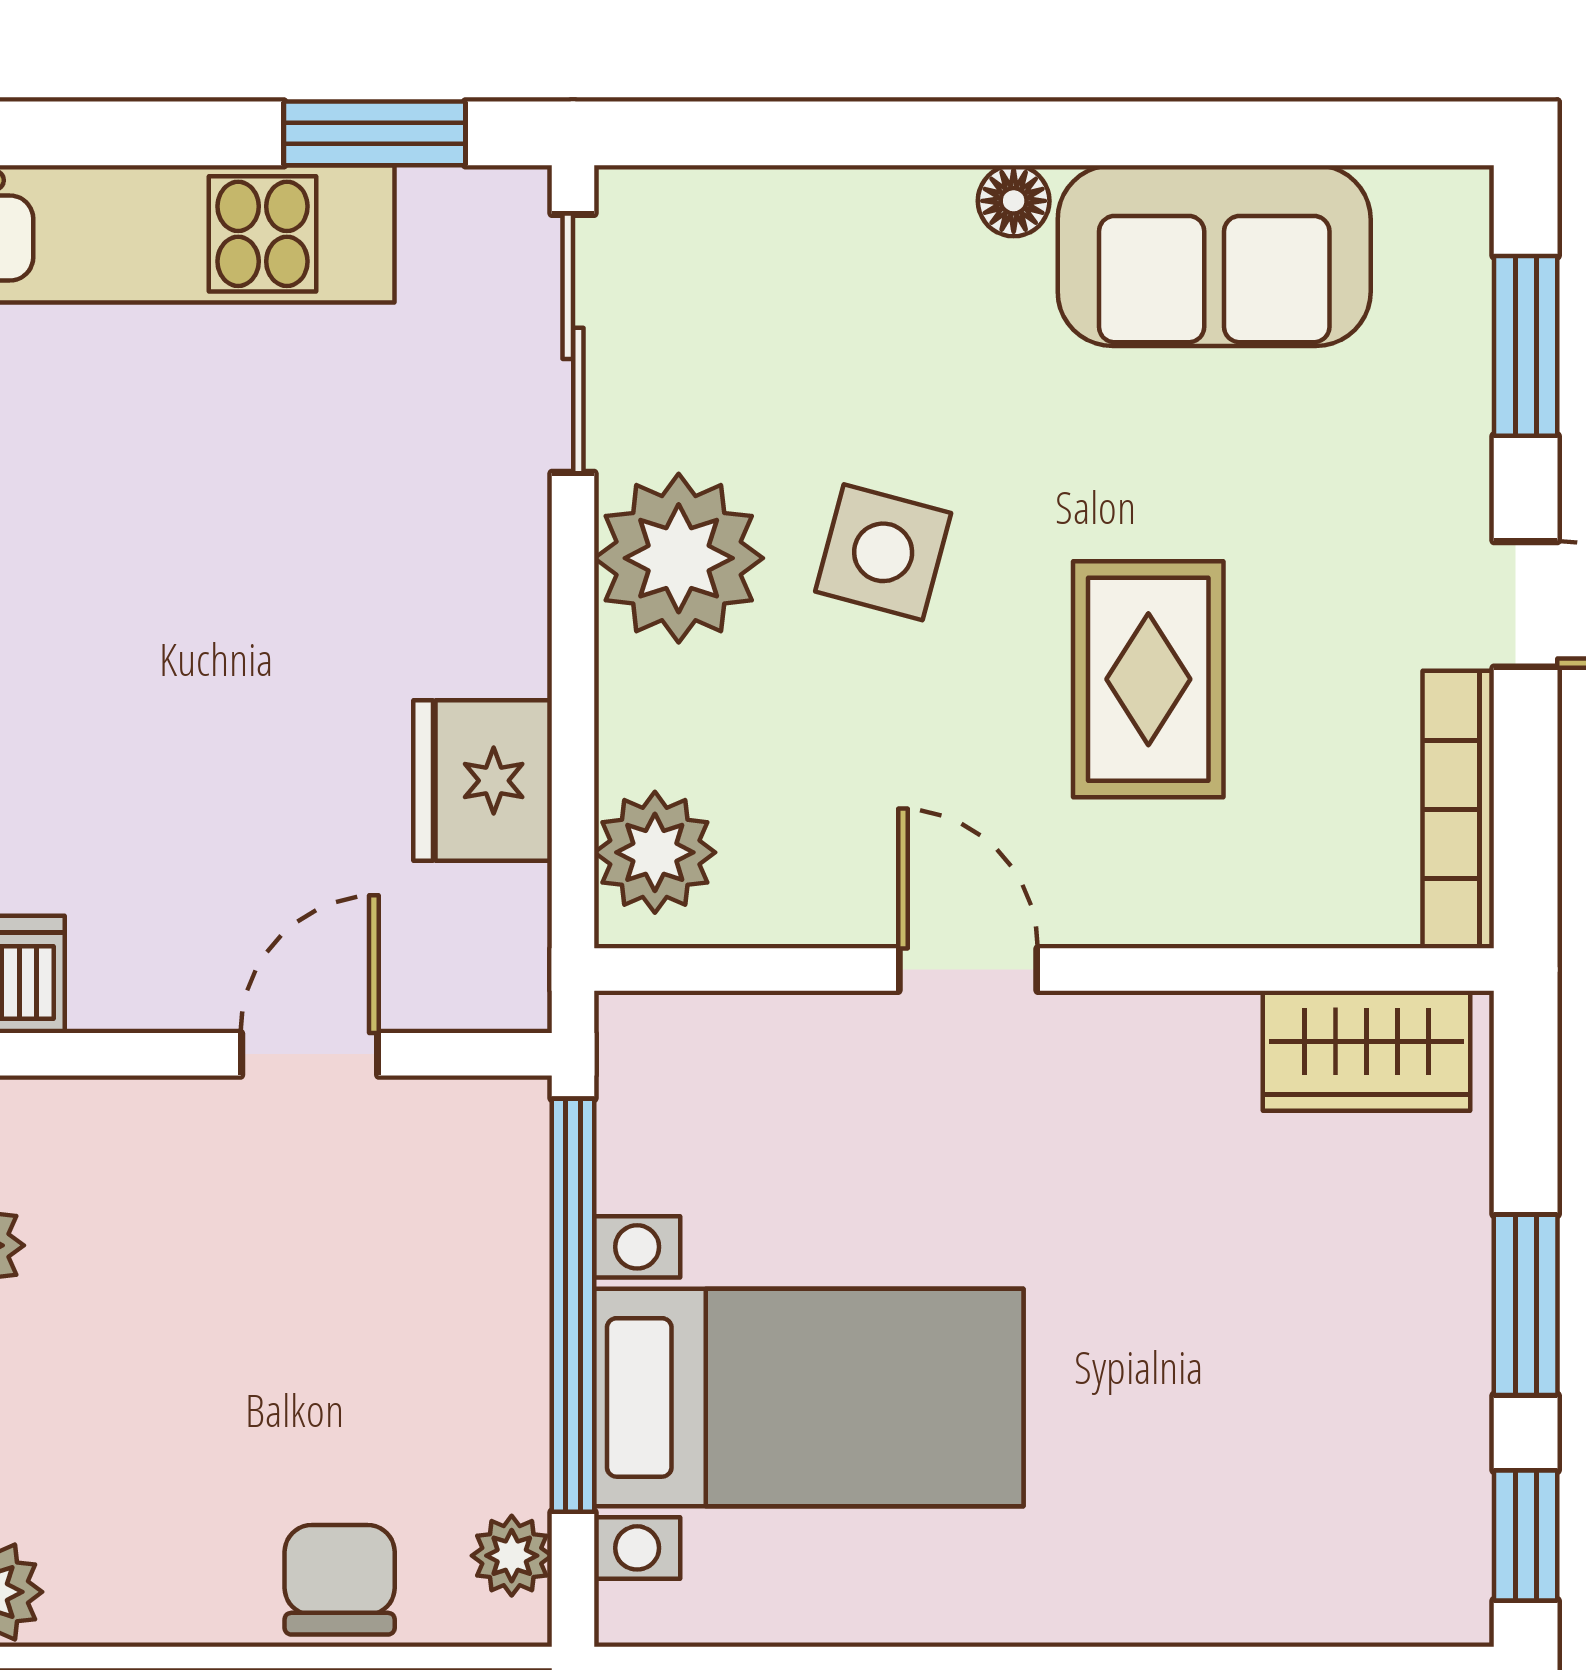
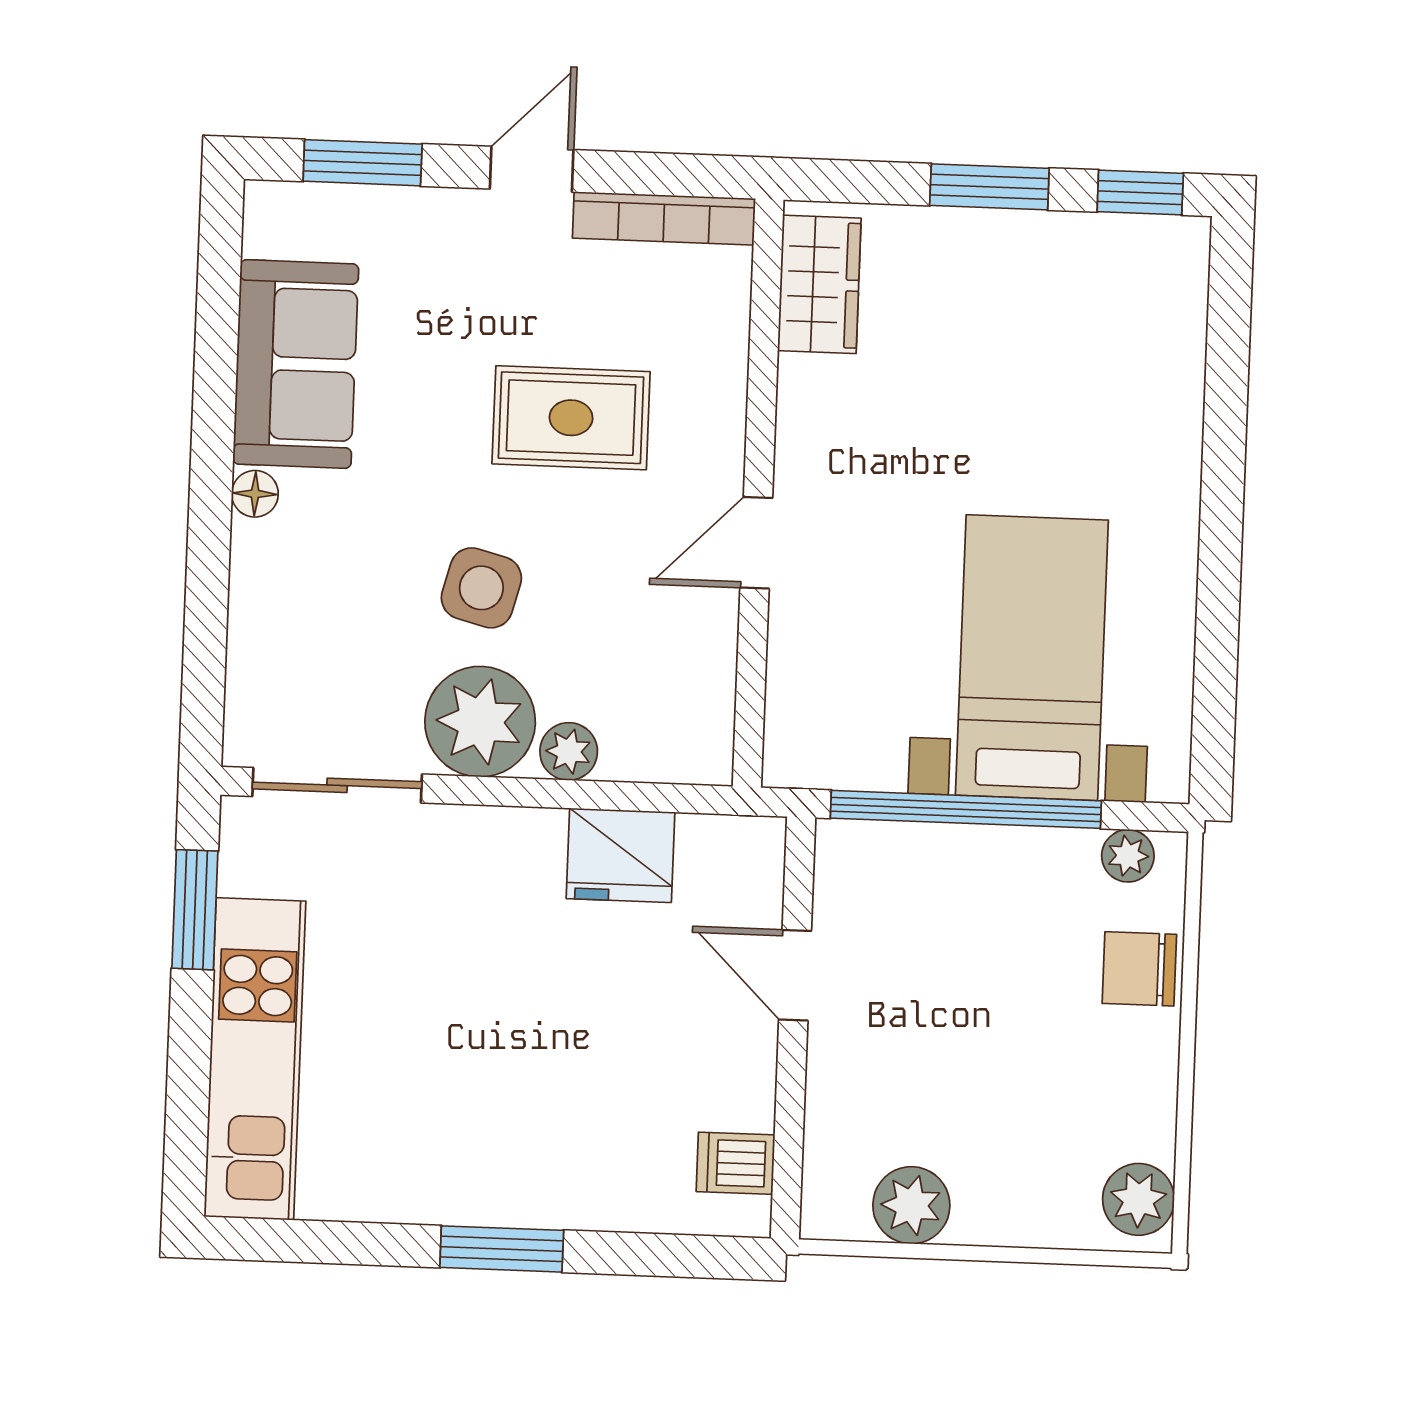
plant: (655, 852) -> (569, 751), moved, width x0.73, depth x0.73

